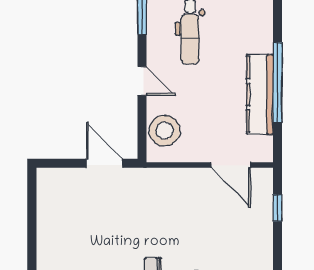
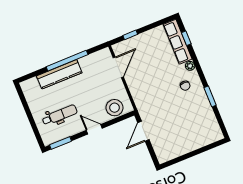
door: (142, 81) -> (94, 129), hinge flipped
kitchen counter: (260, 94) -> (59, 74), moved

